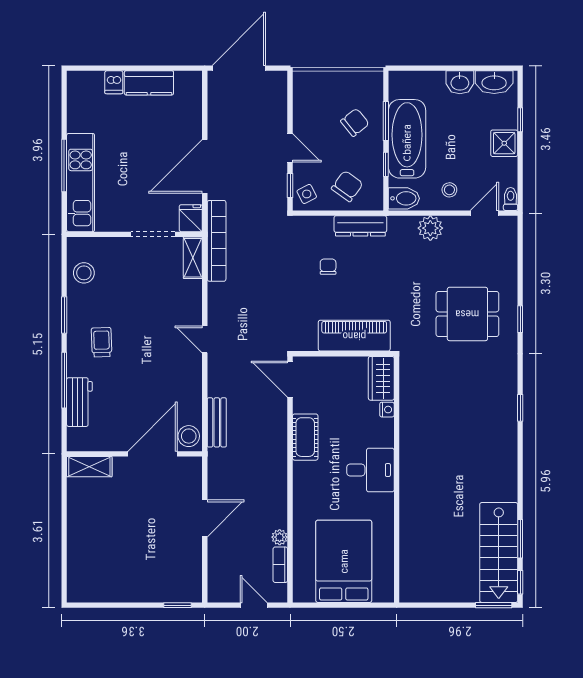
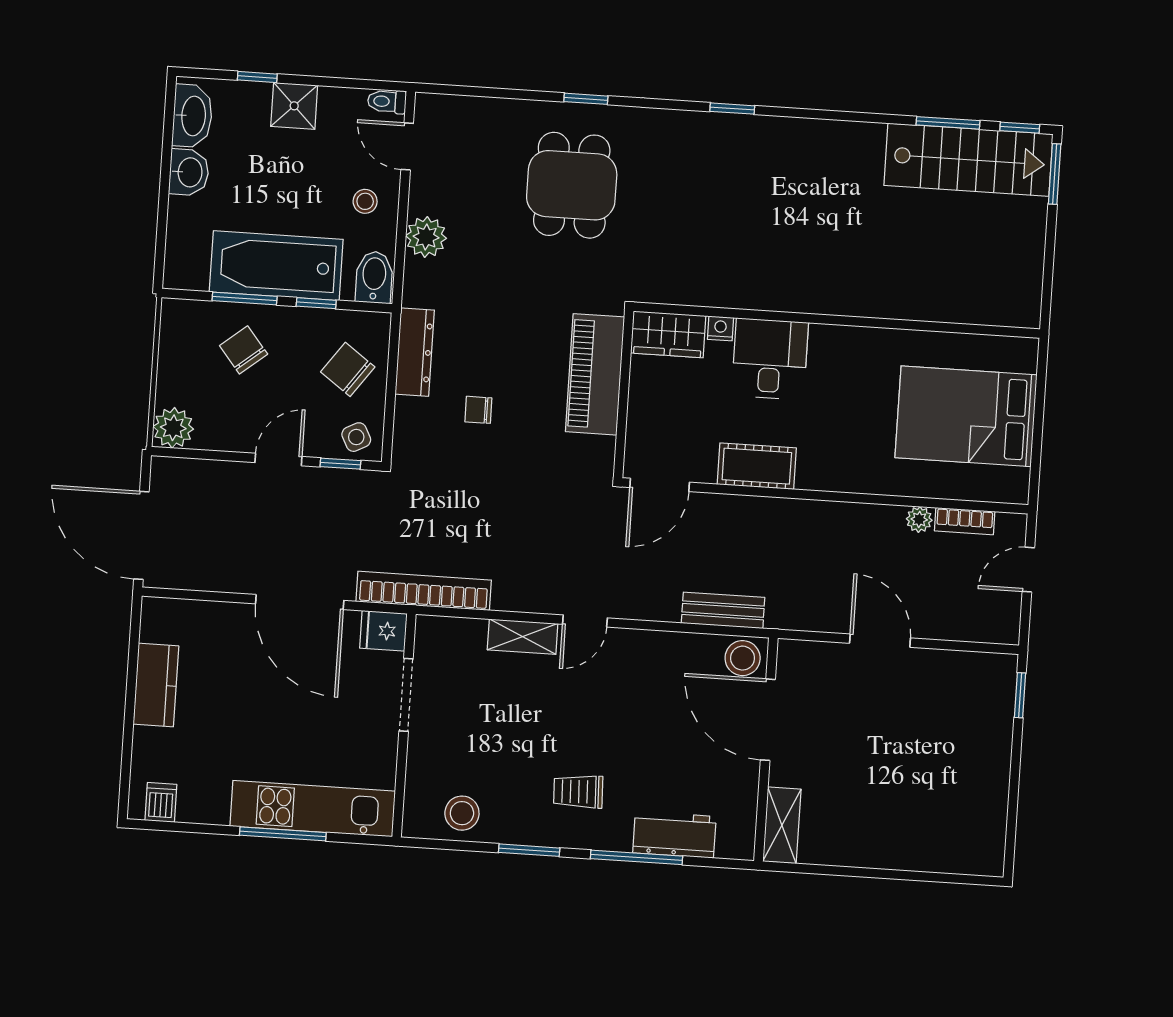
dishwasher: (114, 82) -> (161, 802), moved, turned -90
plant: (305, 83) -> (173, 428), added
shelving: (193, 258) -> (523, 637), moved
desk: (370, 470) -> (770, 359), moved

